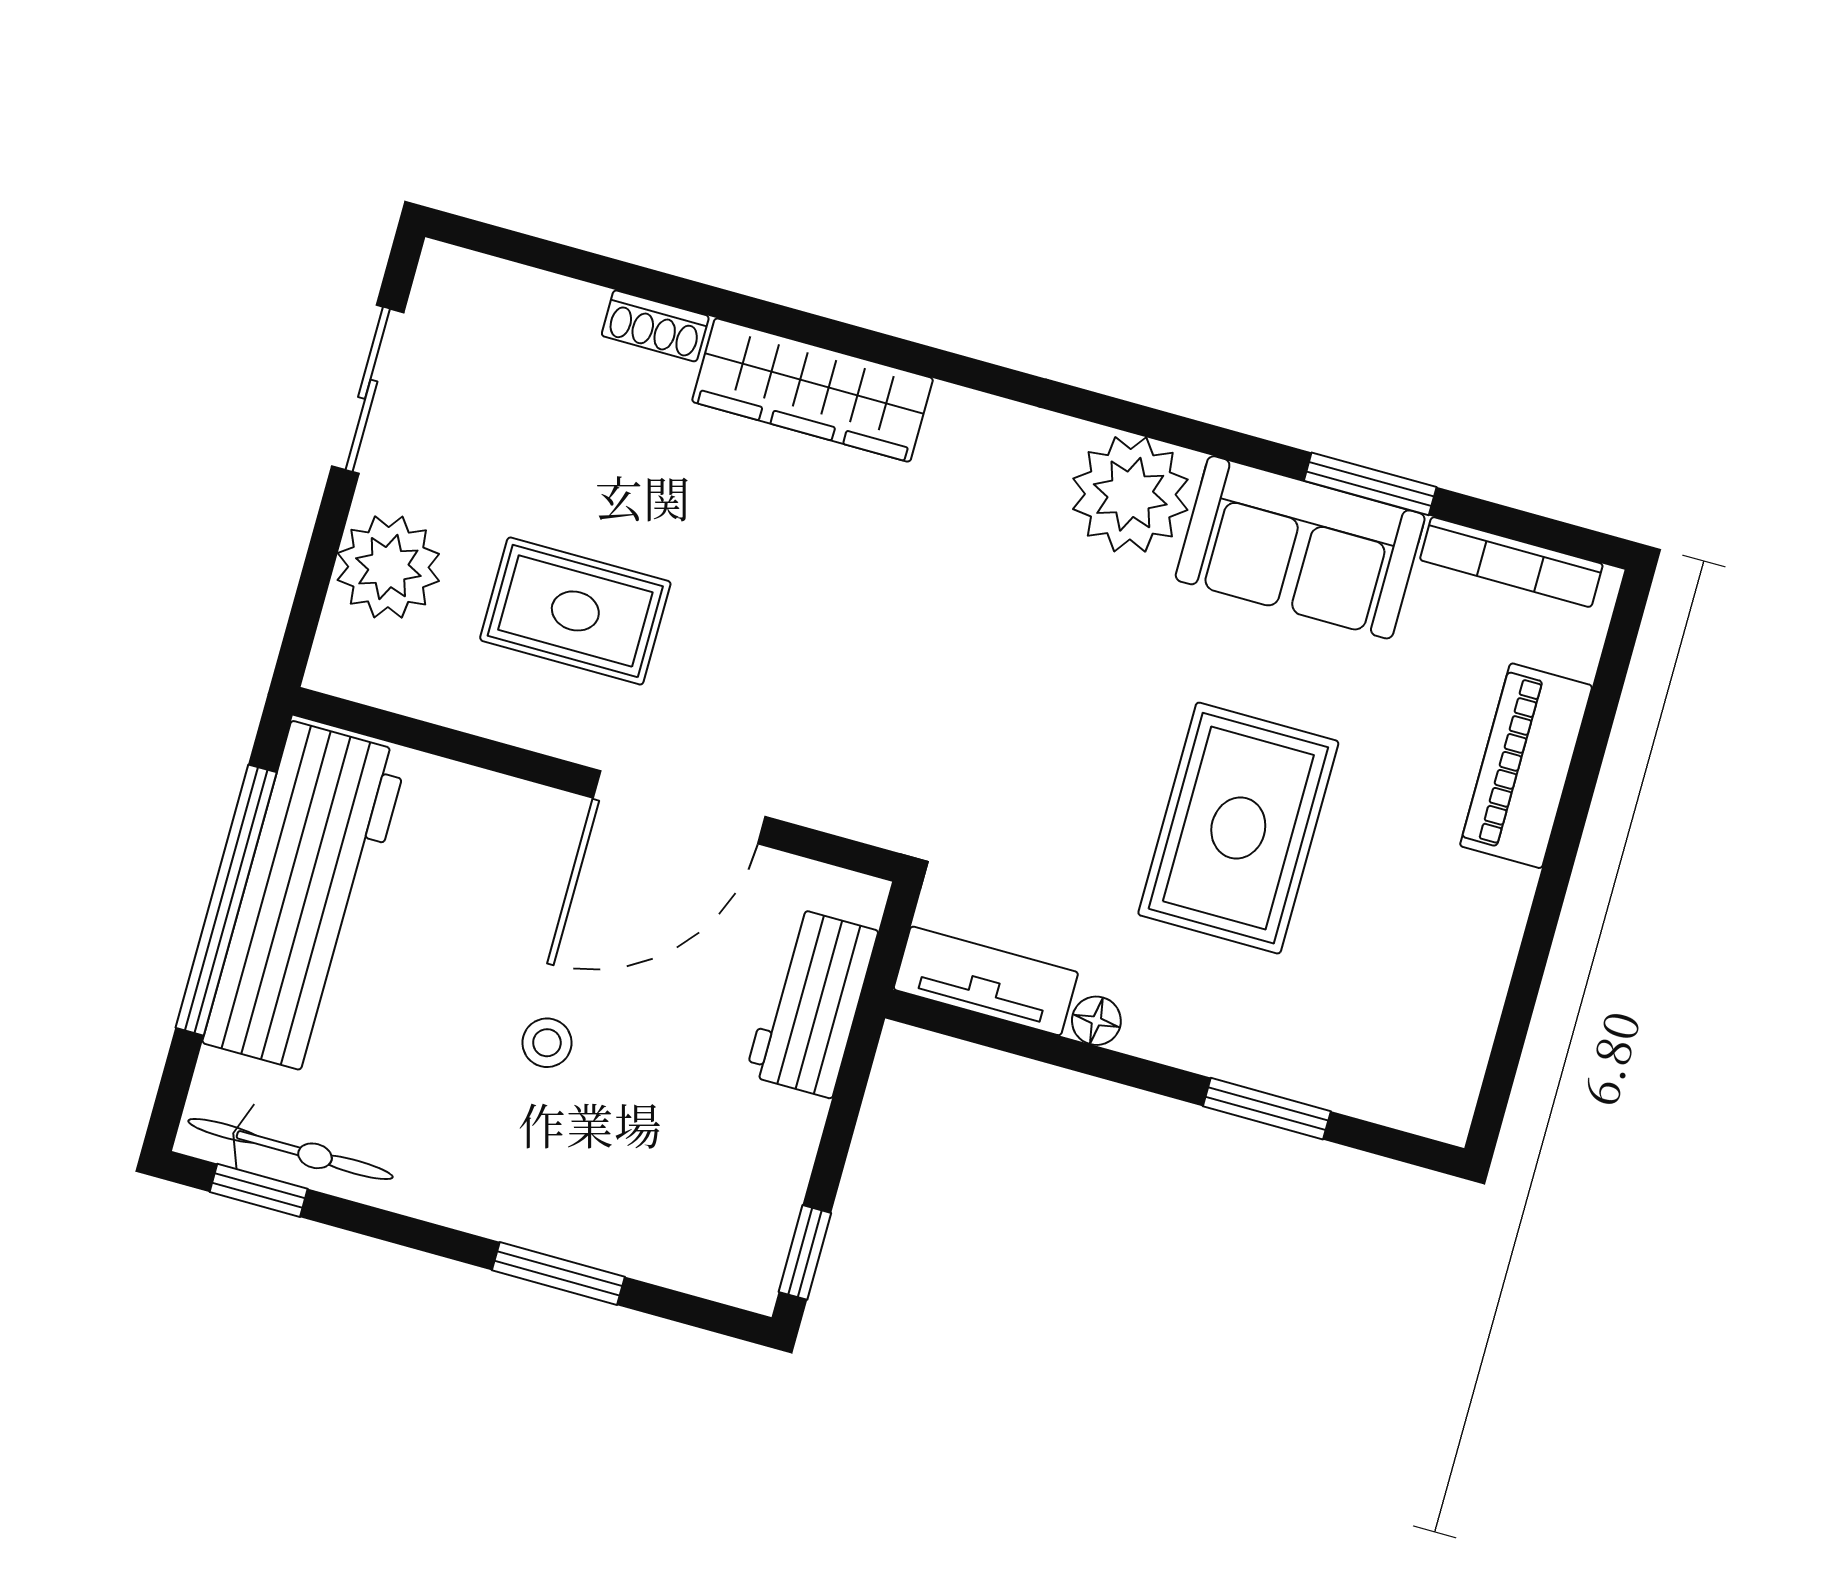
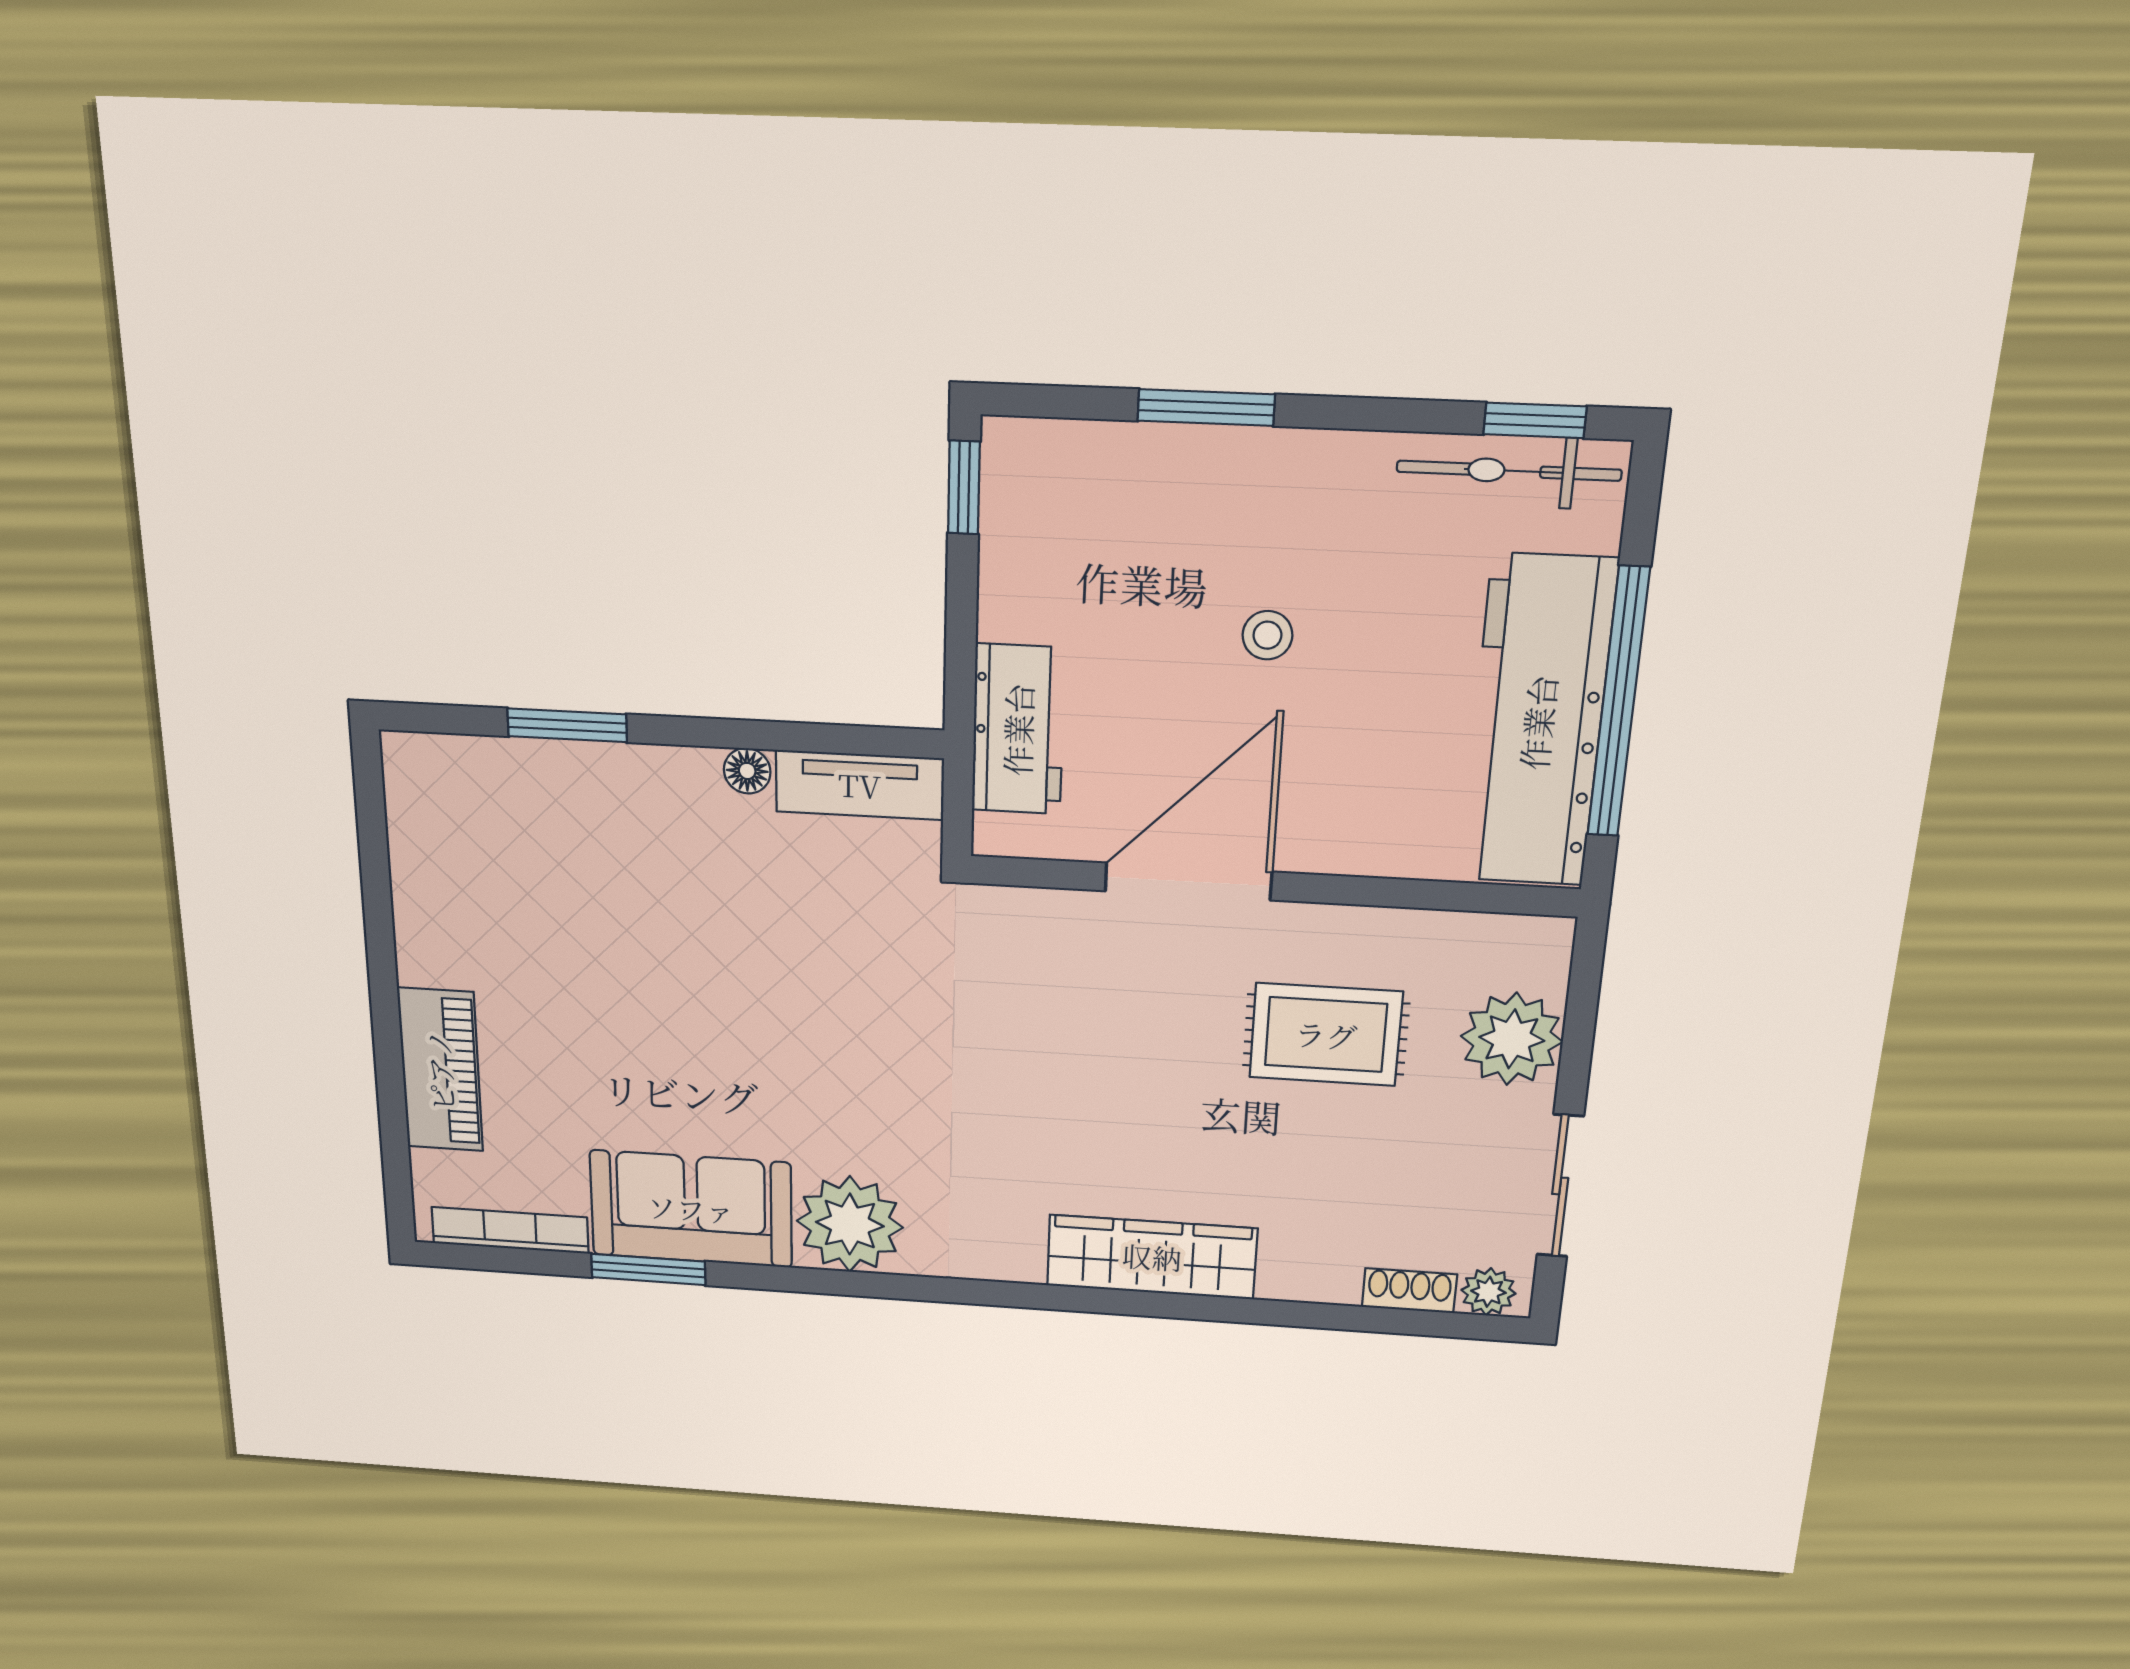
plant: (464, 278) -> (1488, 1292), added
shoe rack: (655, 326) -> (1409, 1291), moved
rug: (1238, 828) -> (671, 968), removed

